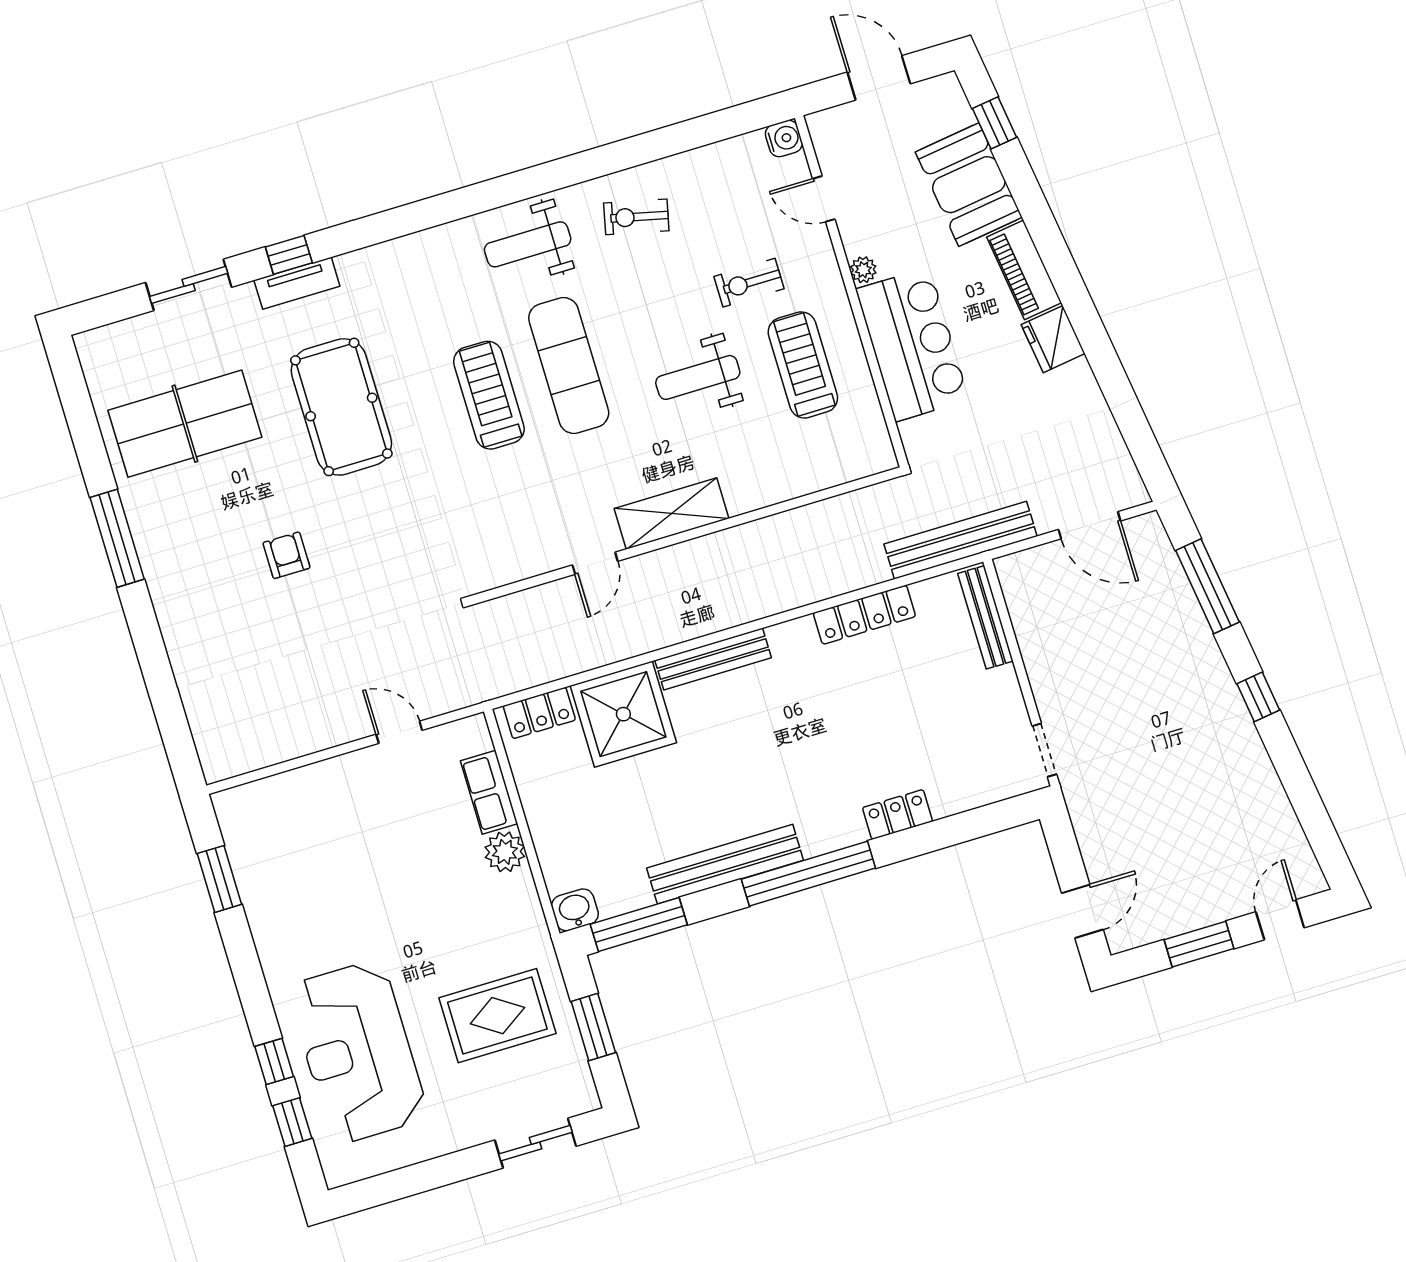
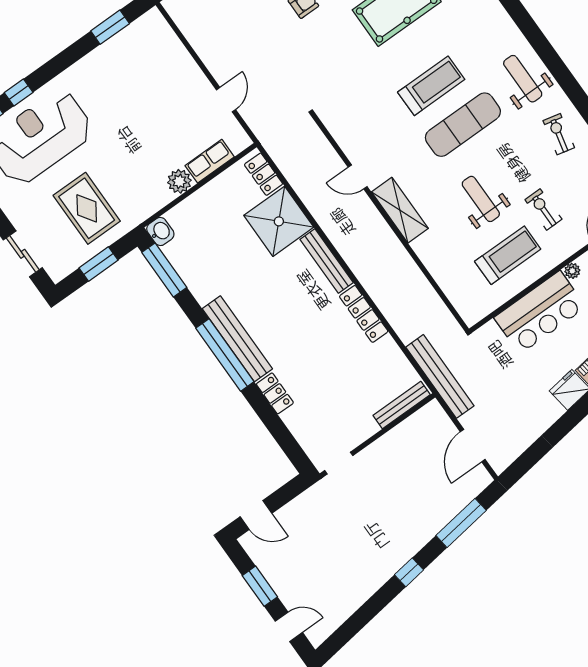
locker: (864, 615) -> (364, 314), moved
bench: (725, 864) -> (237, 339), moved

